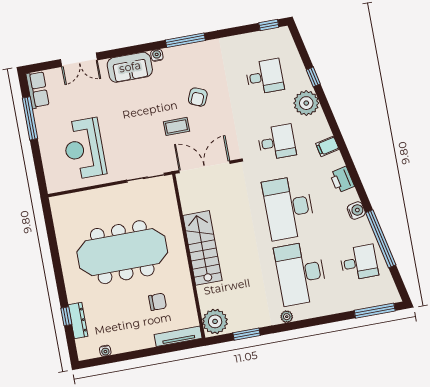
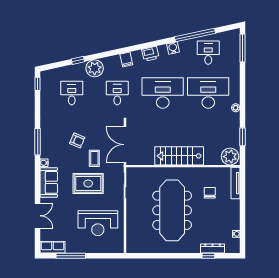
rug: (139, 124) -> (88, 183), added
desk: (289, 208) -> (163, 93), turned 180
desk: (301, 273) -> (208, 93), turned 180

